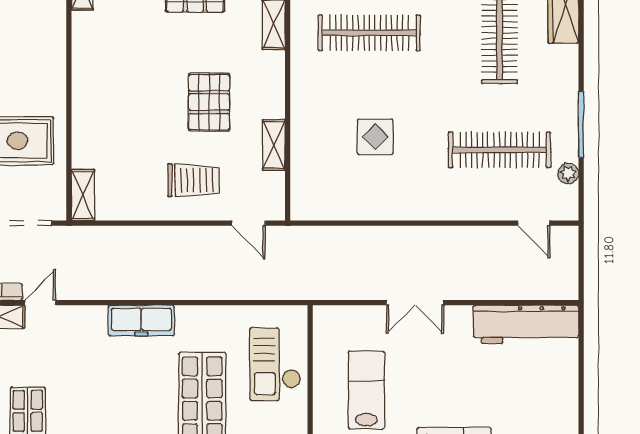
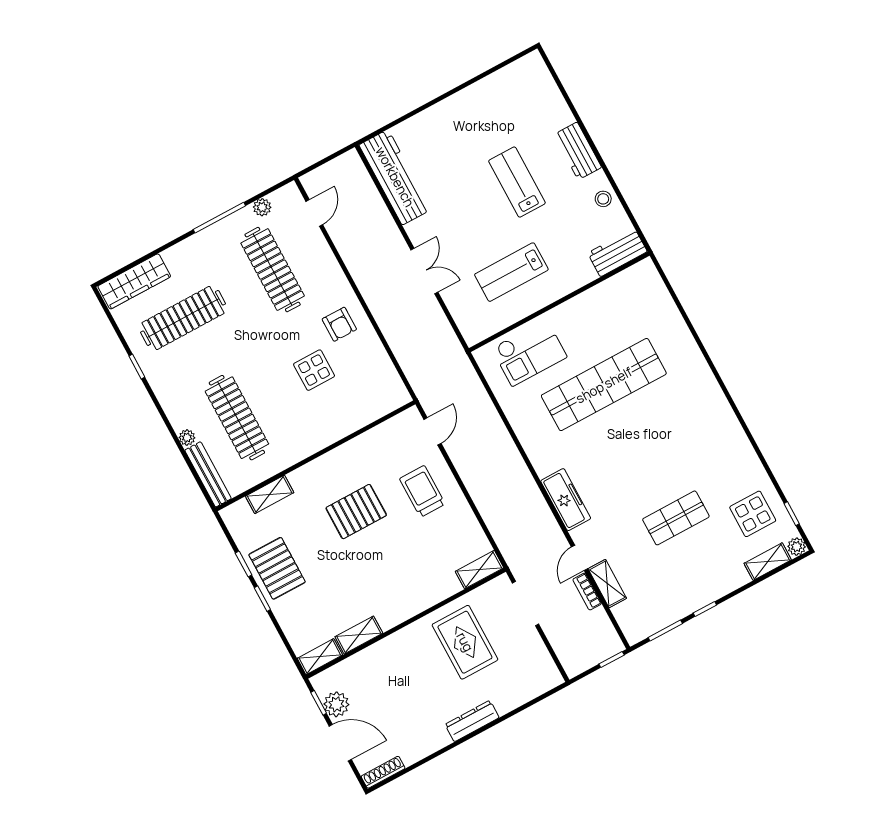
shelving: (274, 145) -> (359, 635), moved
armchair: (408, 187) -> (339, 324), added
door: (40, 303) -> (580, 558), hinge flipped
freezer: (141, 321) -> (566, 500), moved

